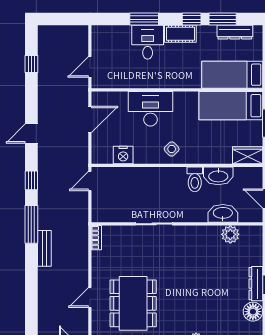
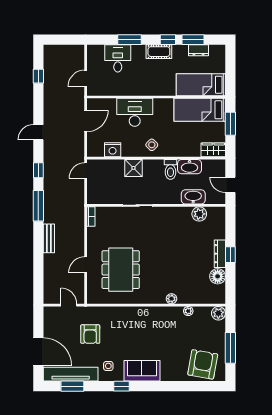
dresser: (235, 32) -> (199, 50), width x0.70
desk: (148, 42) -> (118, 58), moved
shower: (149, 178) -> (133, 168), added
bench: (44, 248) -> (49, 238), moved

